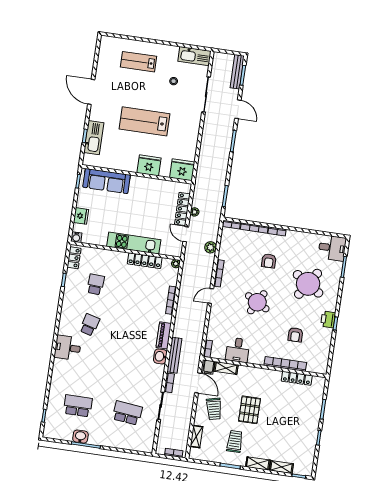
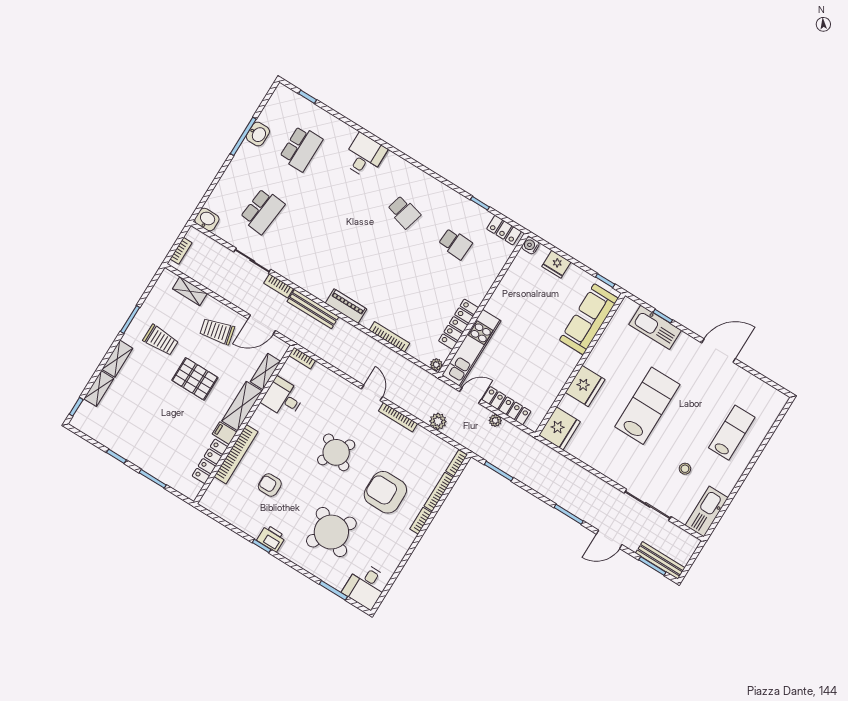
kitchen unit: (134, 243) -> (471, 348), moved
armchair: (269, 261) -> (385, 492), width x1.88, depth x1.88
desk: (68, 348) -> (364, 156), moved
washbasin: (160, 356) -> (207, 220), moved
filing cabinet: (209, 367) -> (225, 433), moved
shelving: (254, 373) -> (242, 406), added

